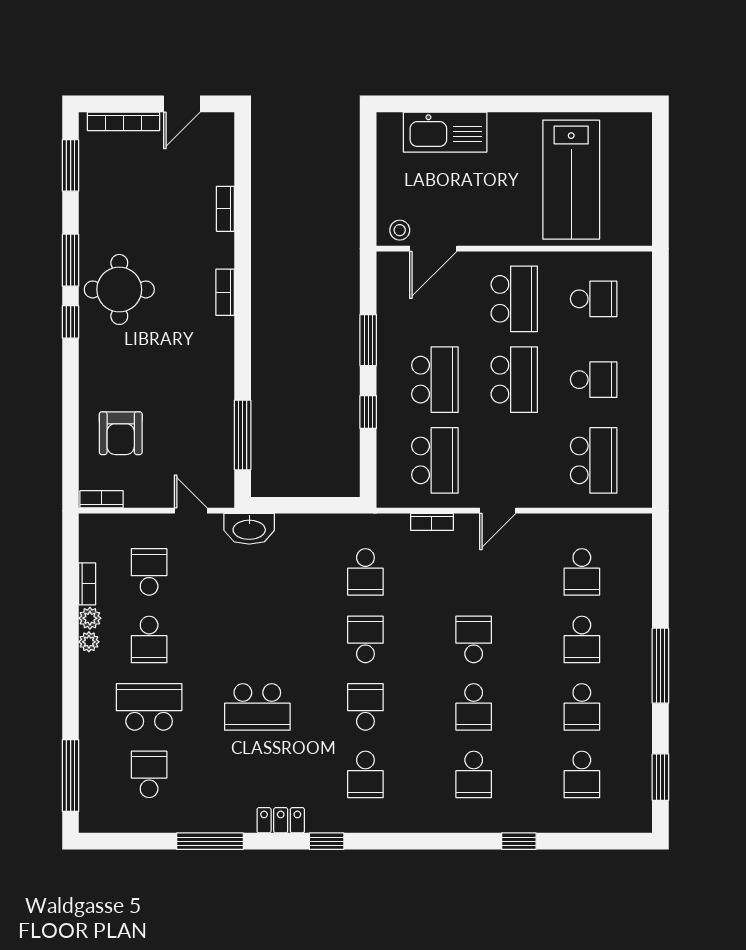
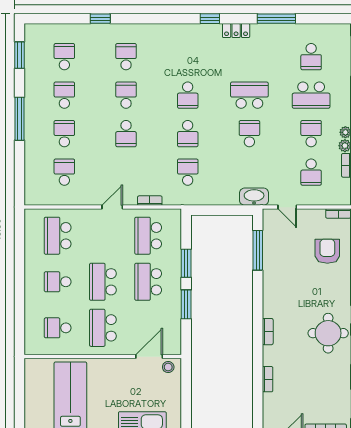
window: (368, 412) -> (186, 263), width x1.50
school desk: (365, 774) -> (249, 134), moved

